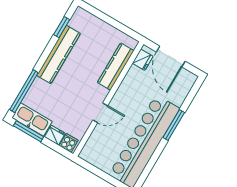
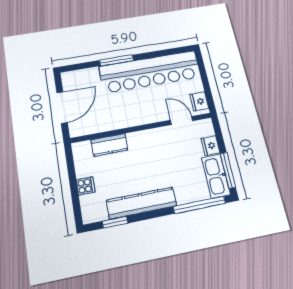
fridge: (143, 60) -> (199, 101), moved, turned -90
kitchen counter: (116, 67) -> (109, 145), width x0.67
door: (100, 113) -> (182, 121), moved
cooker: (69, 143) -> (86, 186), moved, turned 180

